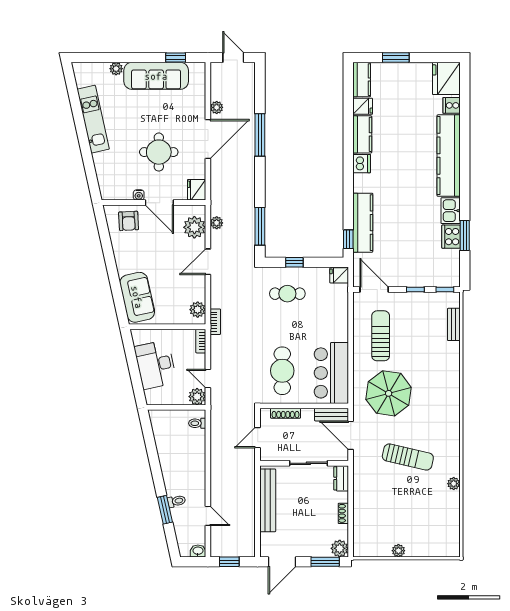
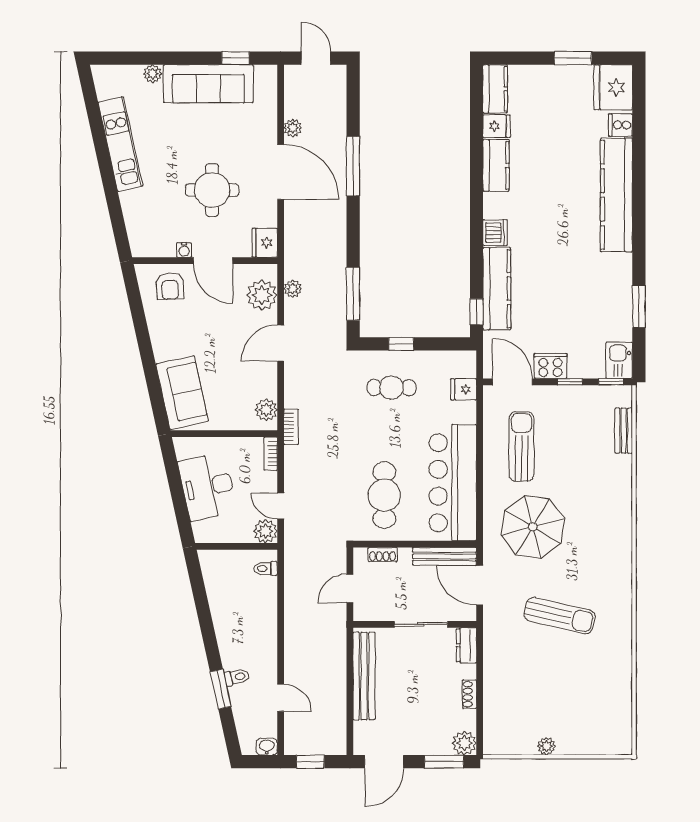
window: (396, 57) -> (573, 58), moved
door: (208, 139) -> (281, 172), hinge flipped
dishwasher: (362, 164) -> (495, 233), moved
kitchen sink: (451, 211) -> (619, 360), moved
cooker: (451, 237) -> (550, 366), moved, turned 90
fridge: (339, 275) -> (464, 389), moved
bar counter: (331, 373) -> (453, 483), width x1.36
shoe rack: (285, 413) -> (383, 554), width x0.70
bench: (331, 415) -> (445, 556), width x1.36
plant: (454, 484) -> (624, 653), removed

